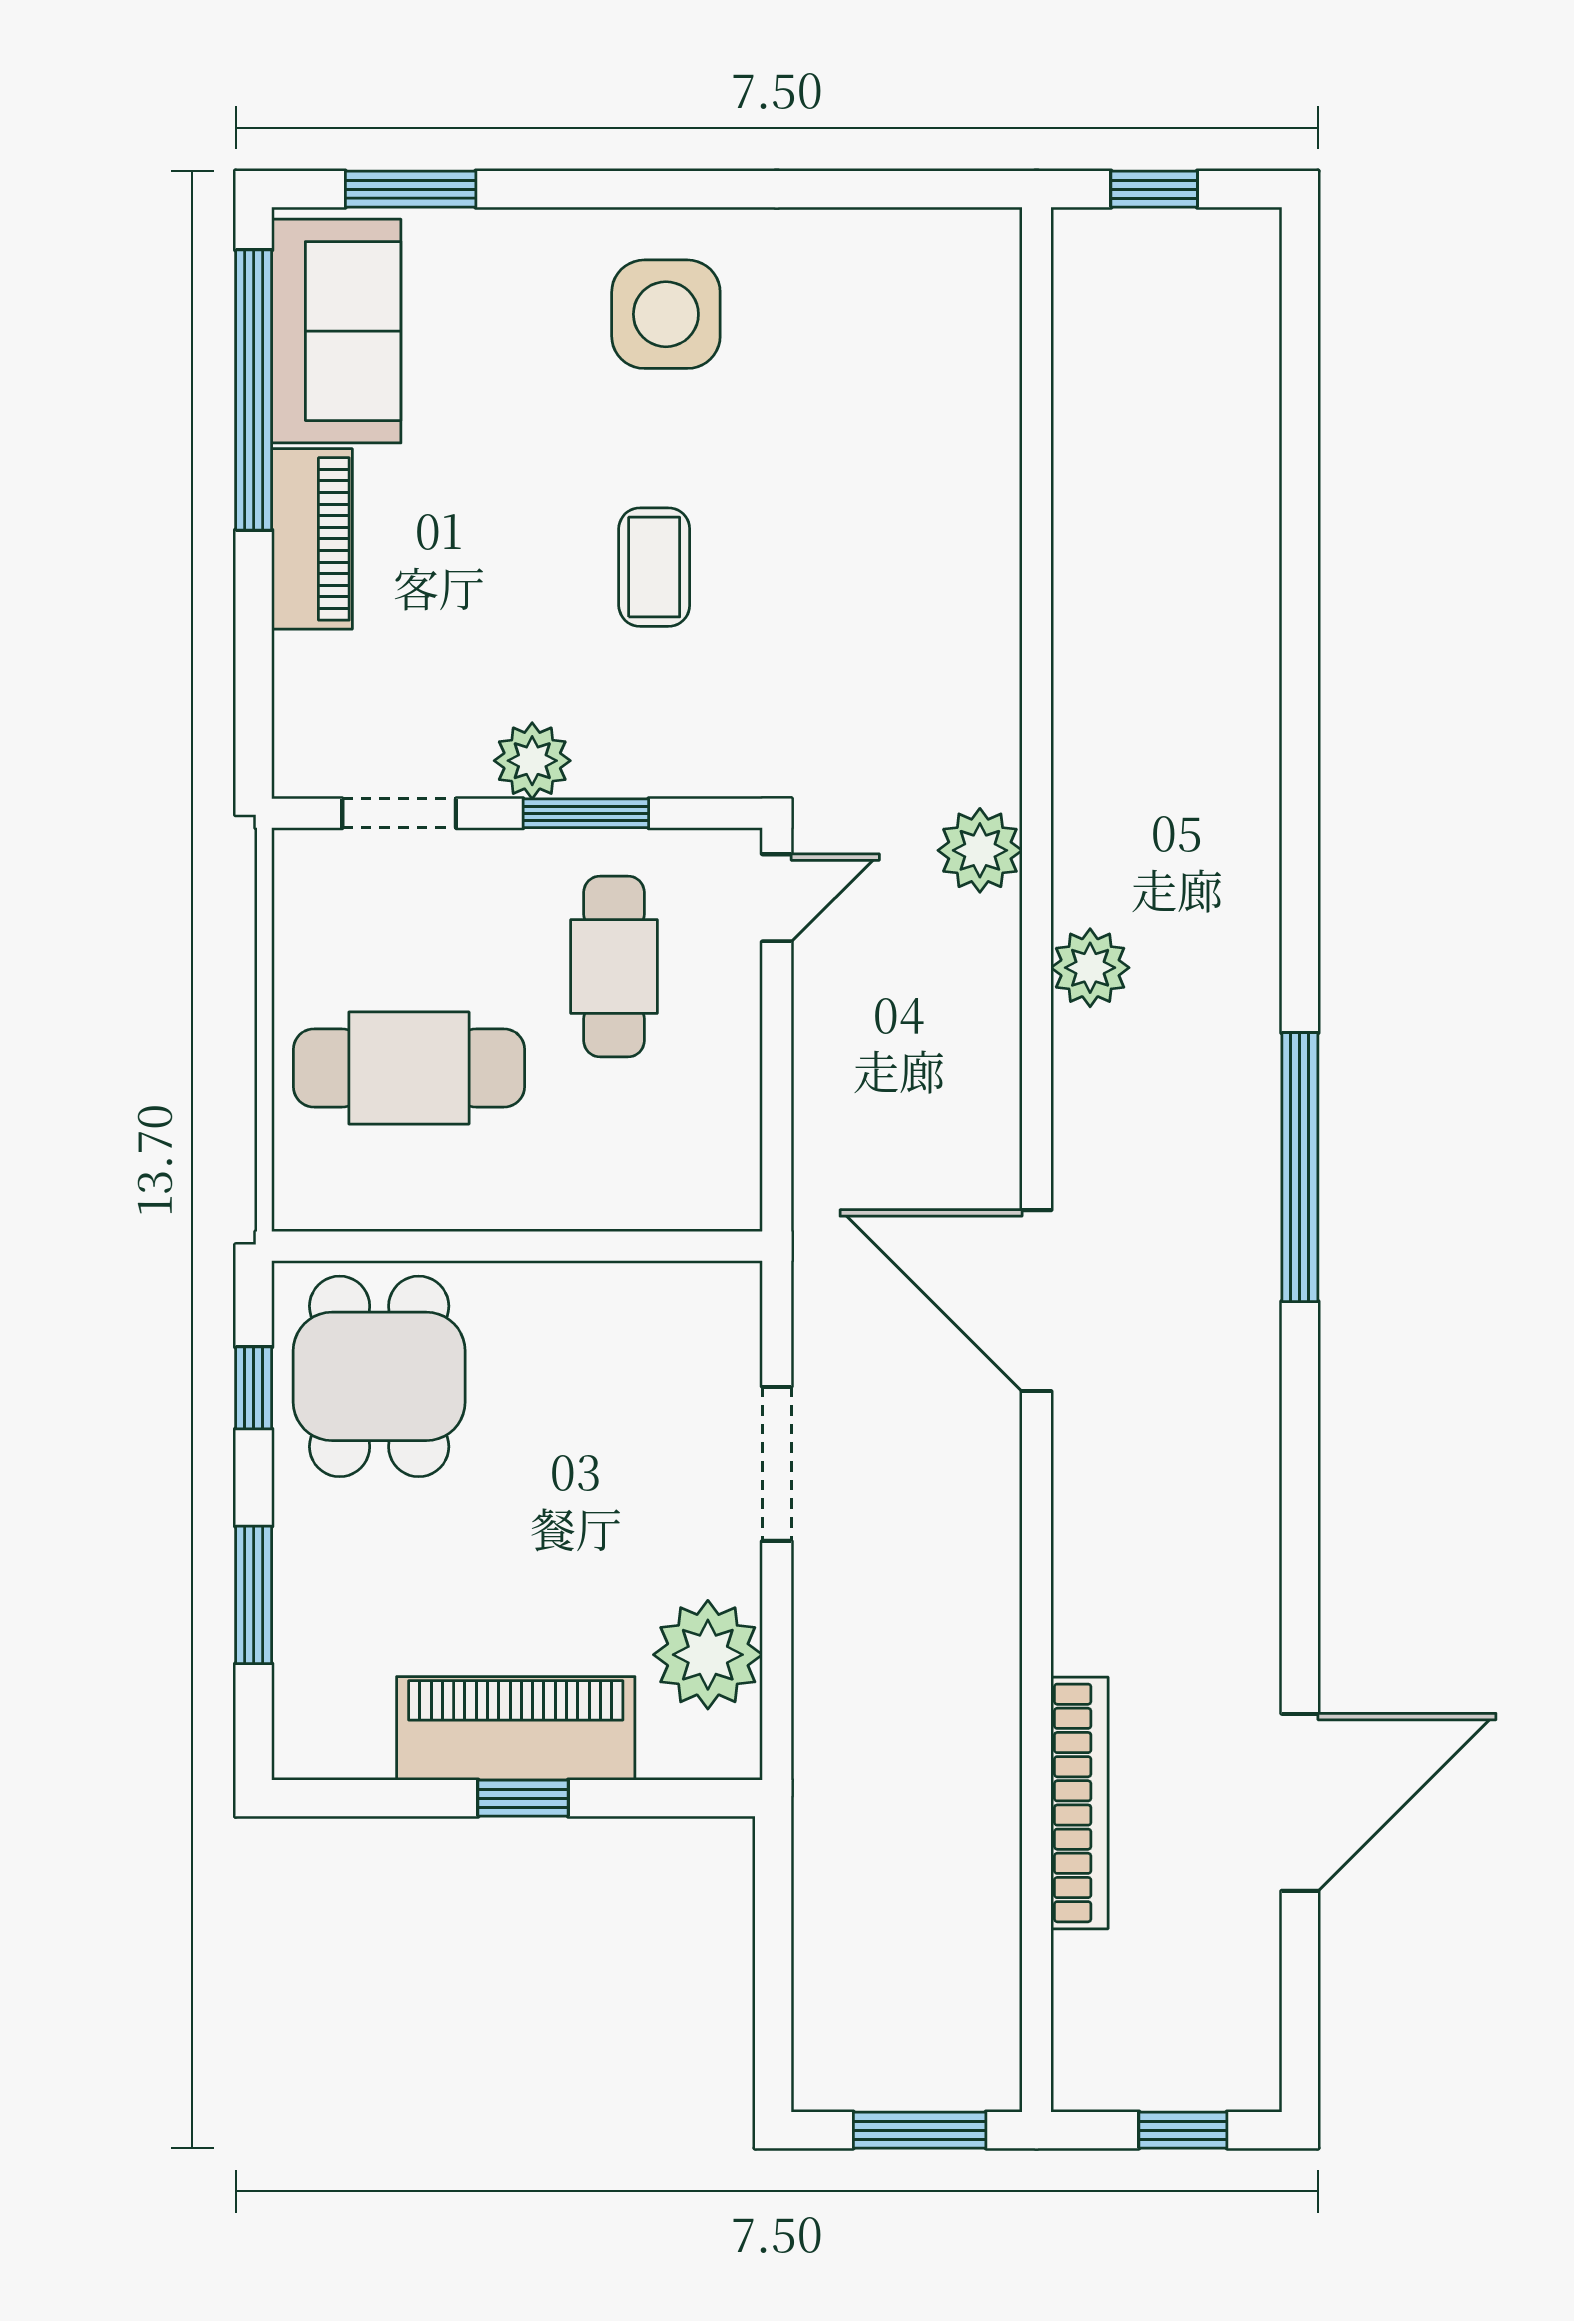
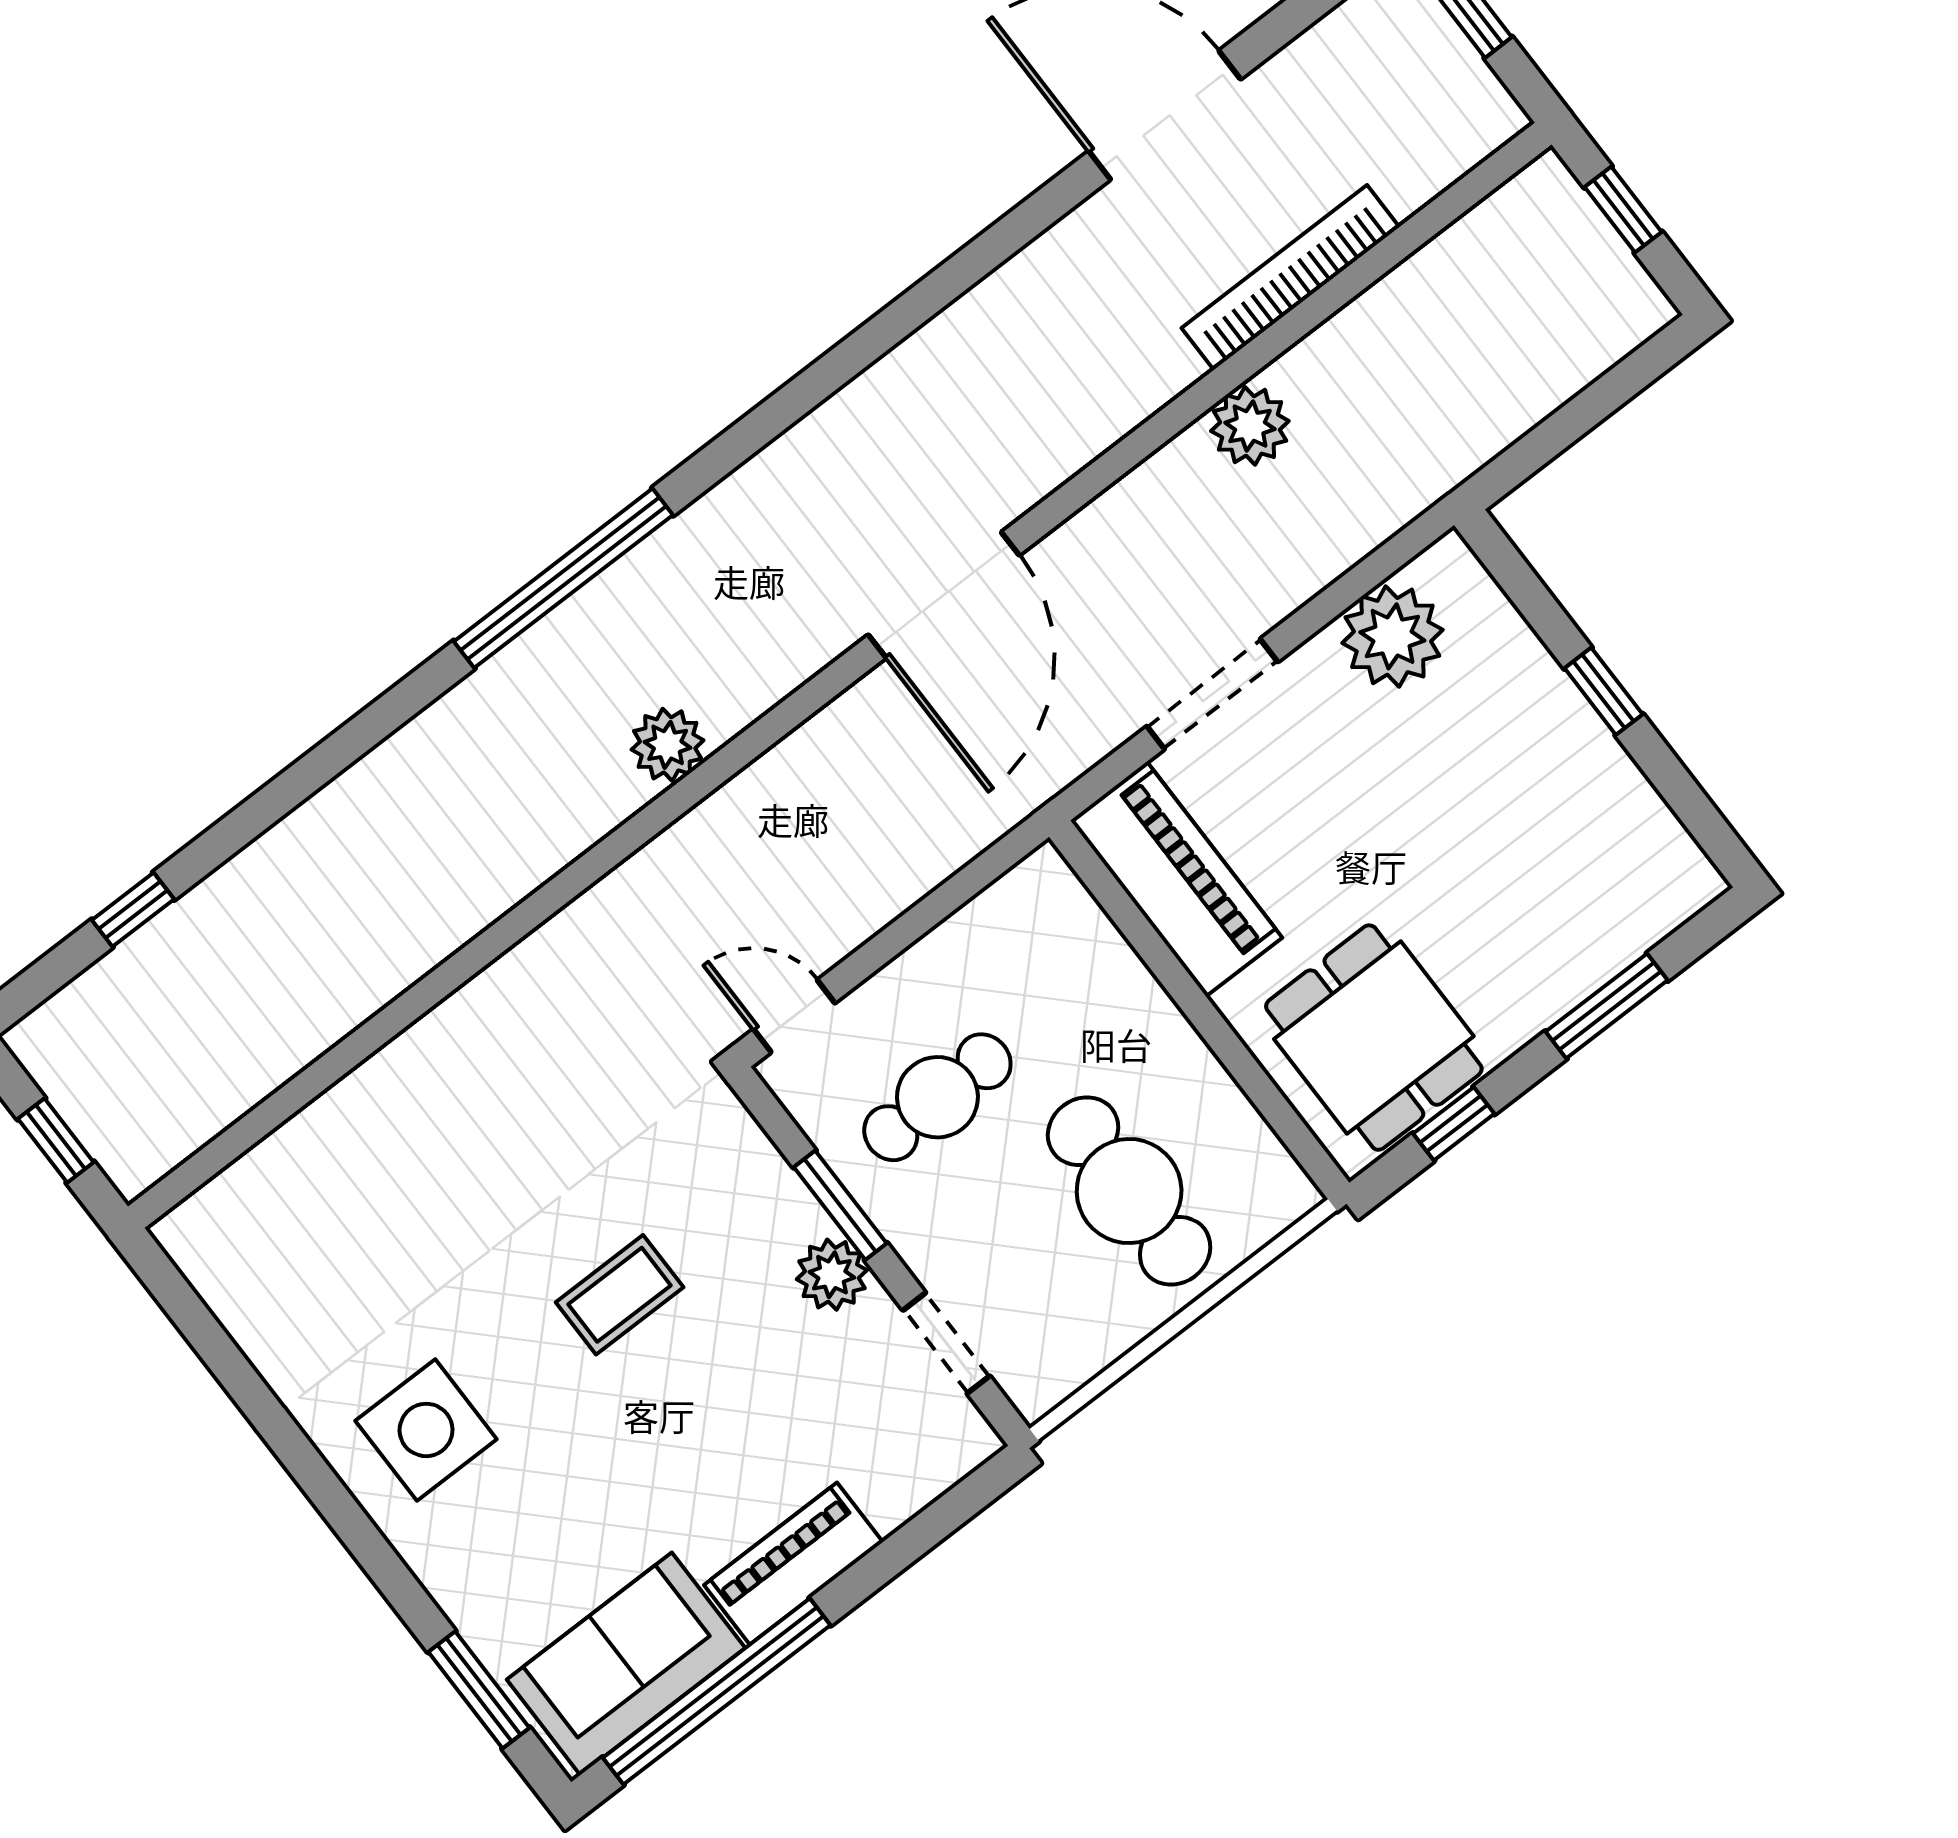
window: (1300, 406) -> (133, 910), added
plant: (980, 850) -> (1250, 426), moved
window: (1300, 1167) -> (563, 578), moved
dining table: (379, 1376) -> (1374, 1038), turned 90
piano: (516, 1728) -> (1176, 879), moved, turned 180
window: (920, 2130) -> (1623, 210), width x0.67

